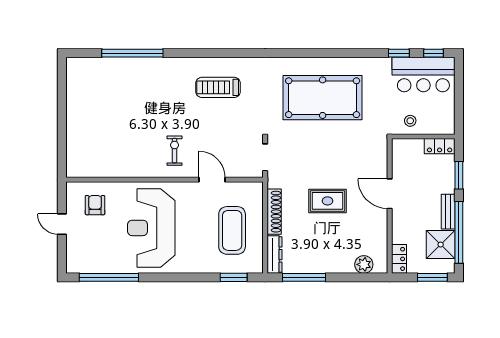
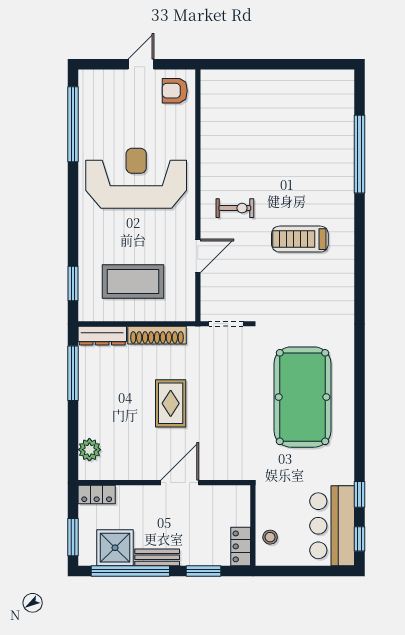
treadmill: (218, 87) -> (300, 239), moved, turned -90
stool: (410, 121) -> (270, 537), moved
armchair: (95, 205) -> (175, 91), moved, turned 180

